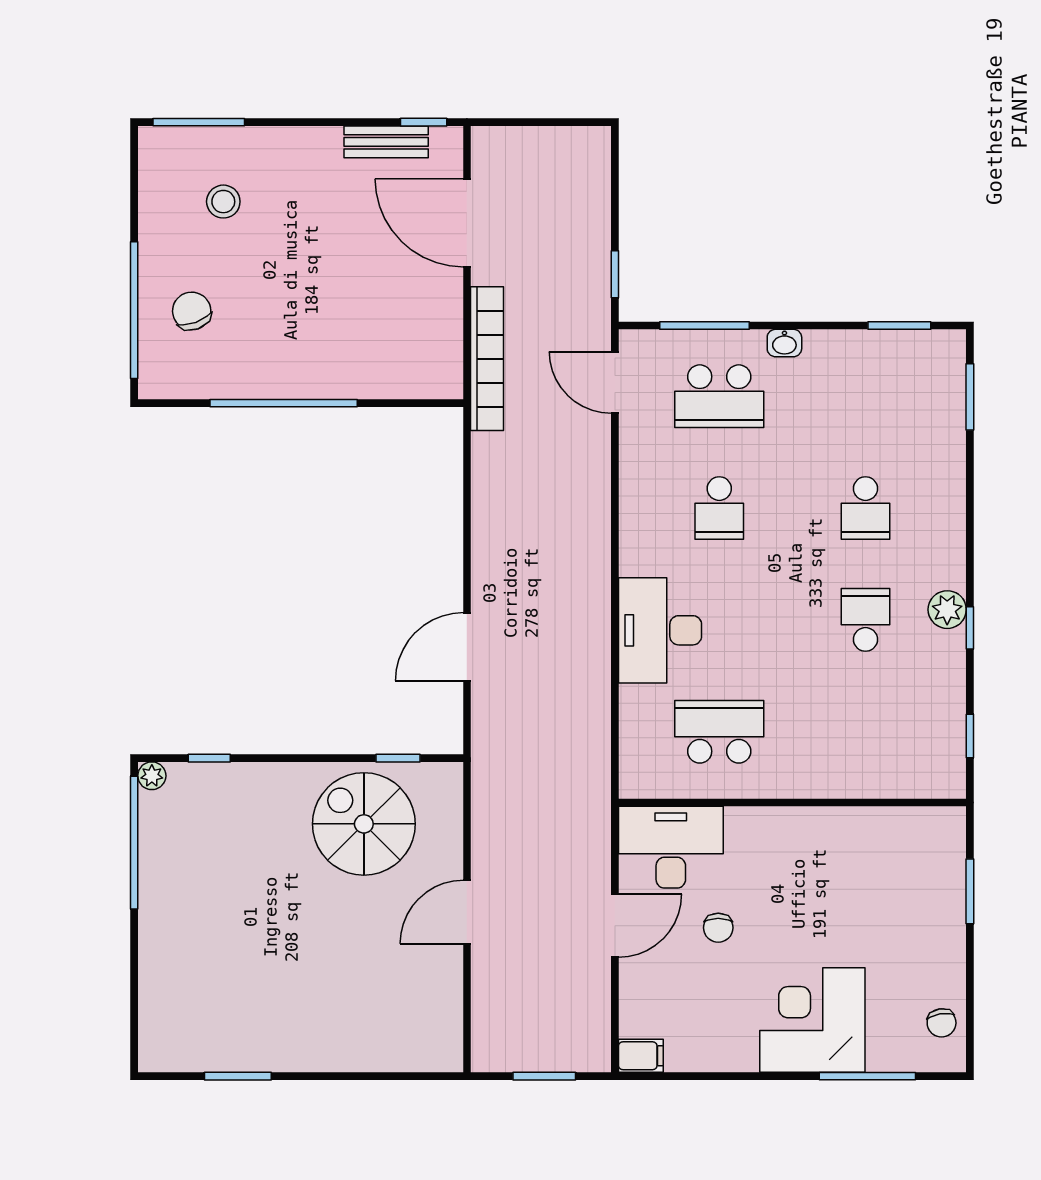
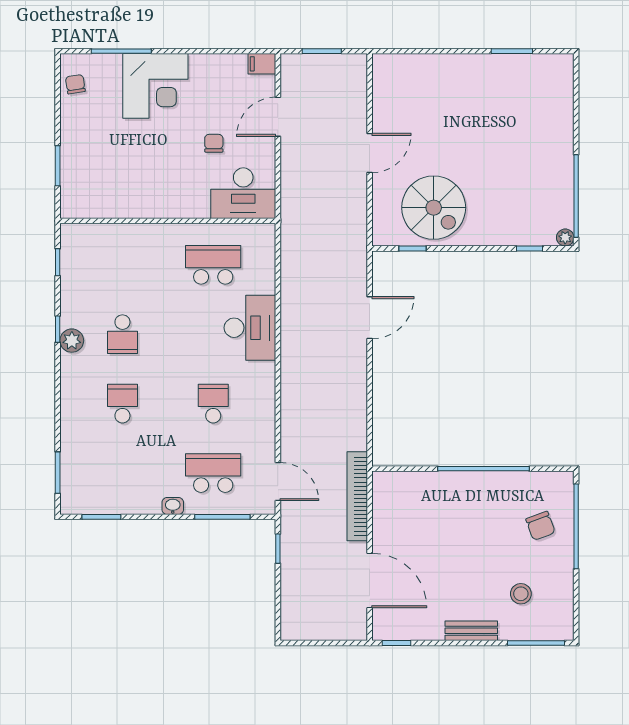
bench: (386, 142) -> (471, 631), moved
school desk: (719, 732) -> (213, 265), turned 180
door: (615, 926) -> (278, 117), moved

